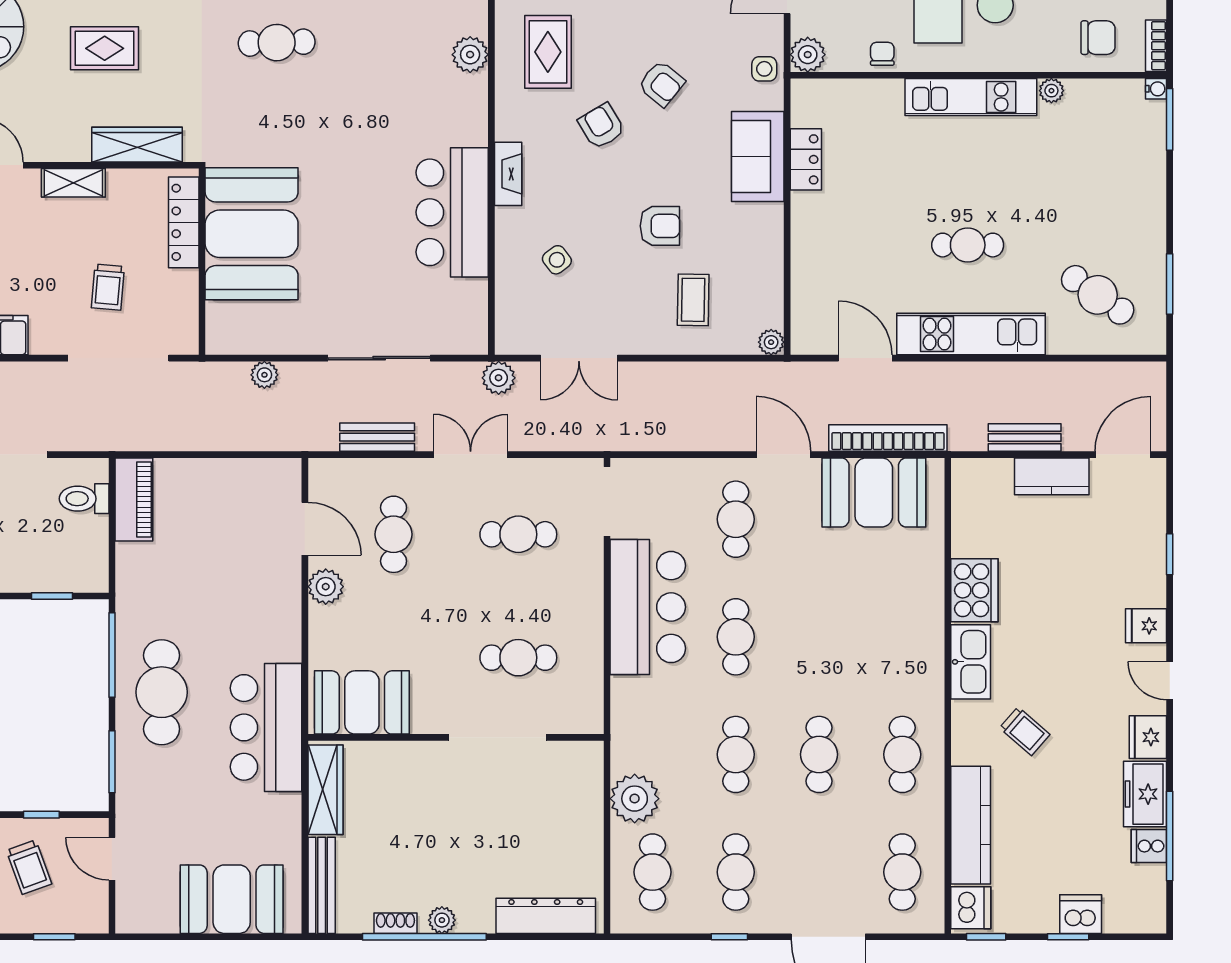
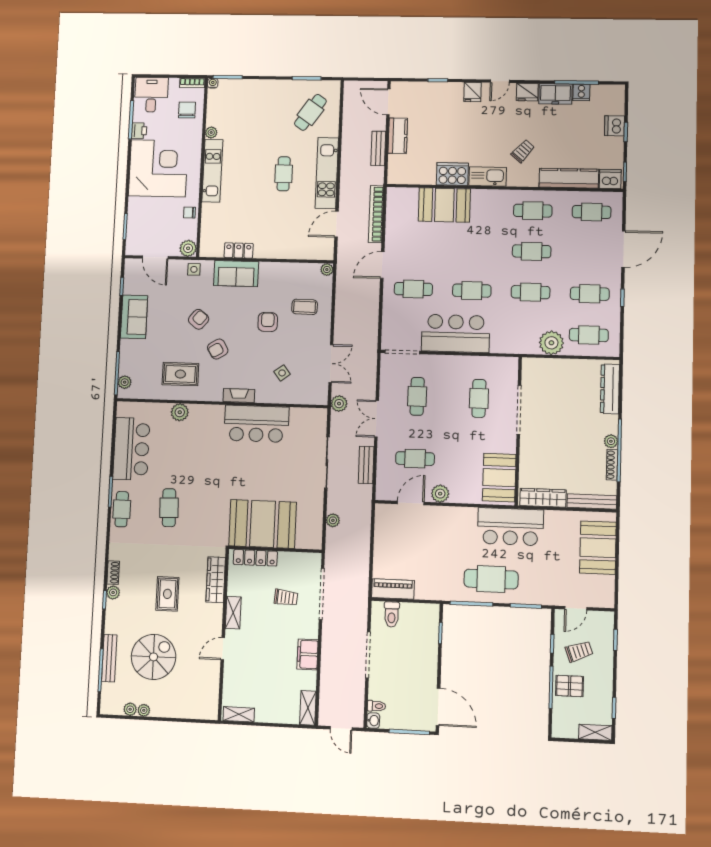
booth: (874, 492) -> (444, 205), moved, turned 90
shoe rack: (395, 923) -> (612, 465), width x1.43

